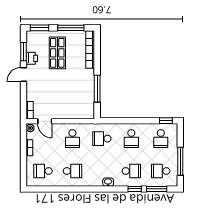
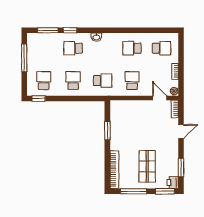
printer: (32, 58) -> (173, 182), moved
door: (23, 75) -> (181, 132), moved
window: (97, 89) -> (107, 131), width x0.69
school desk: (161, 171) -> (44, 48), removed

